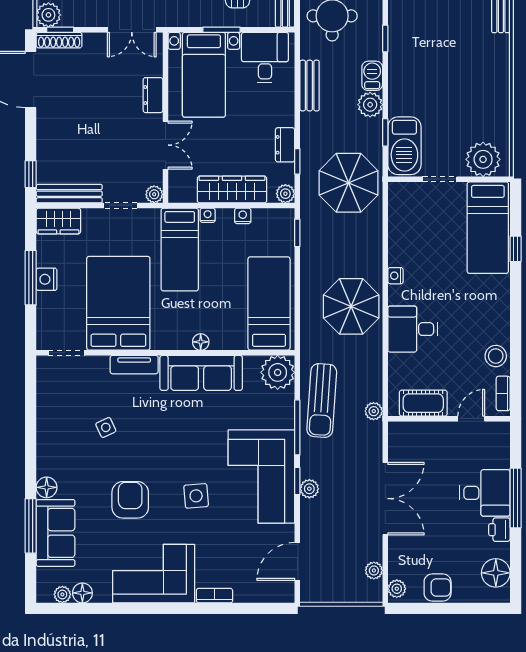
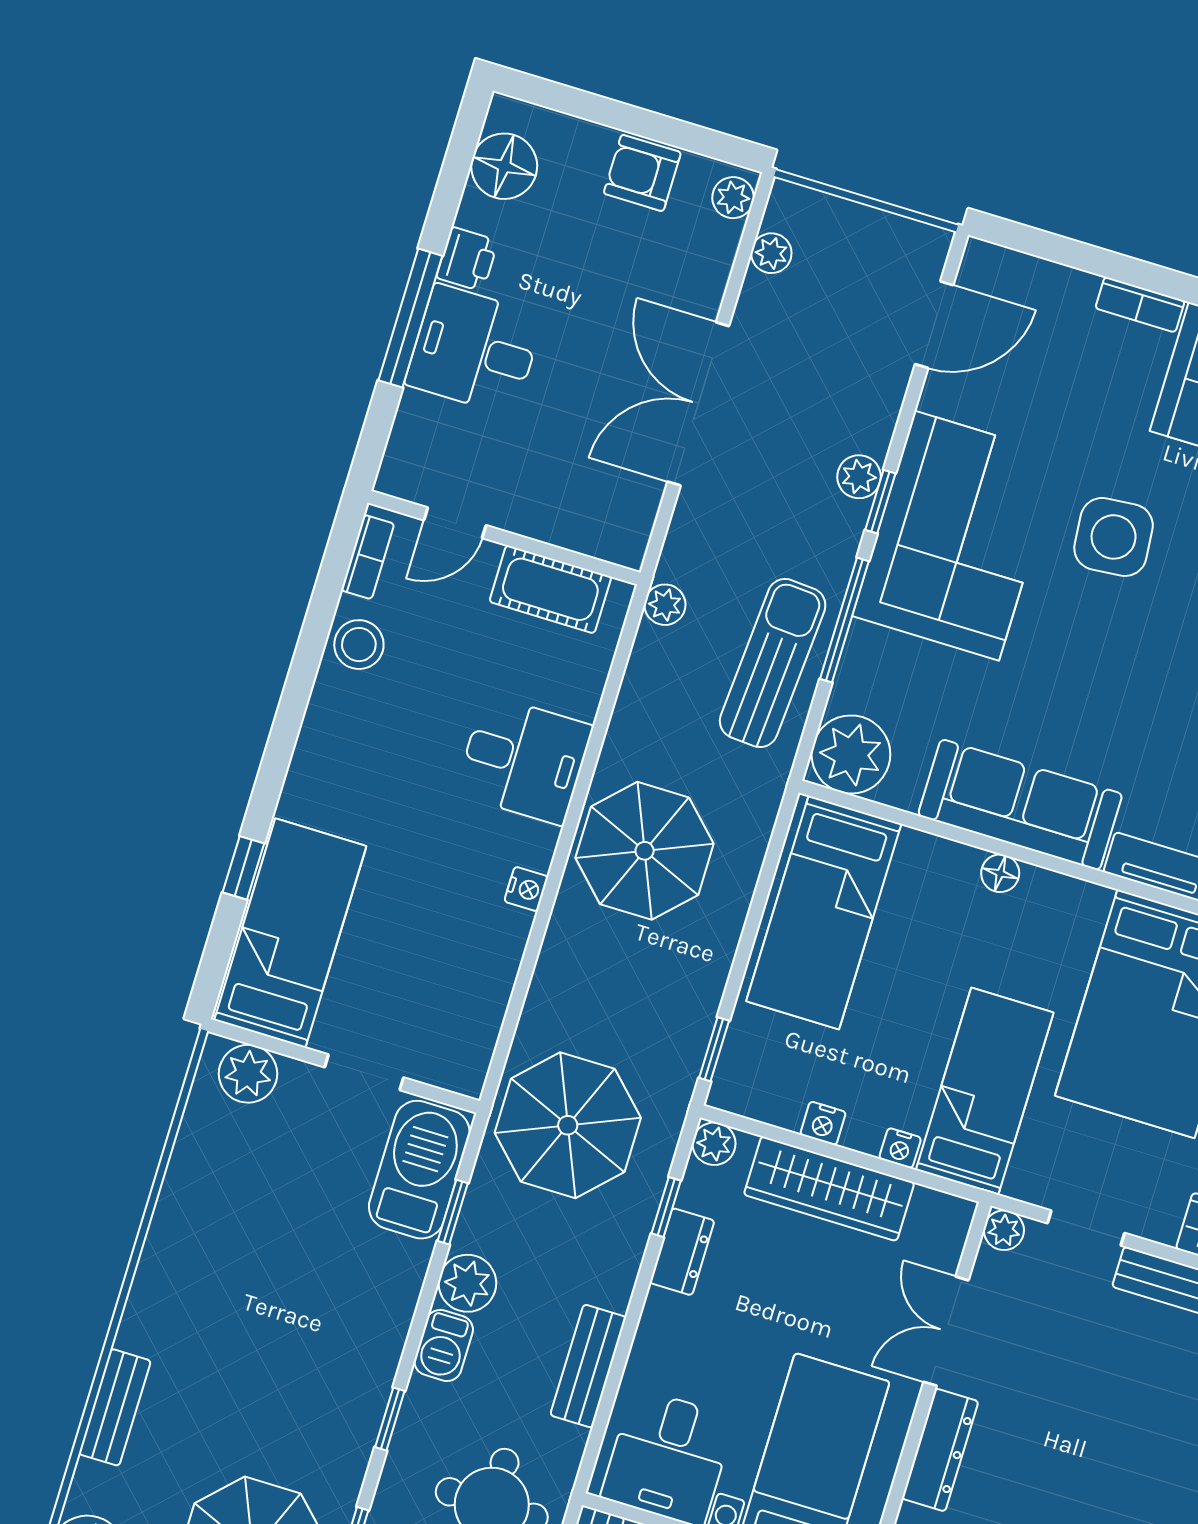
dresser: (153, 95) -> (940, 1450), width x1.44
plant: (483, 159) -> (248, 1074), width x0.73, depth x0.73
side table: (196, 496) -> (1114, 537), width x1.37, depth x1.37

